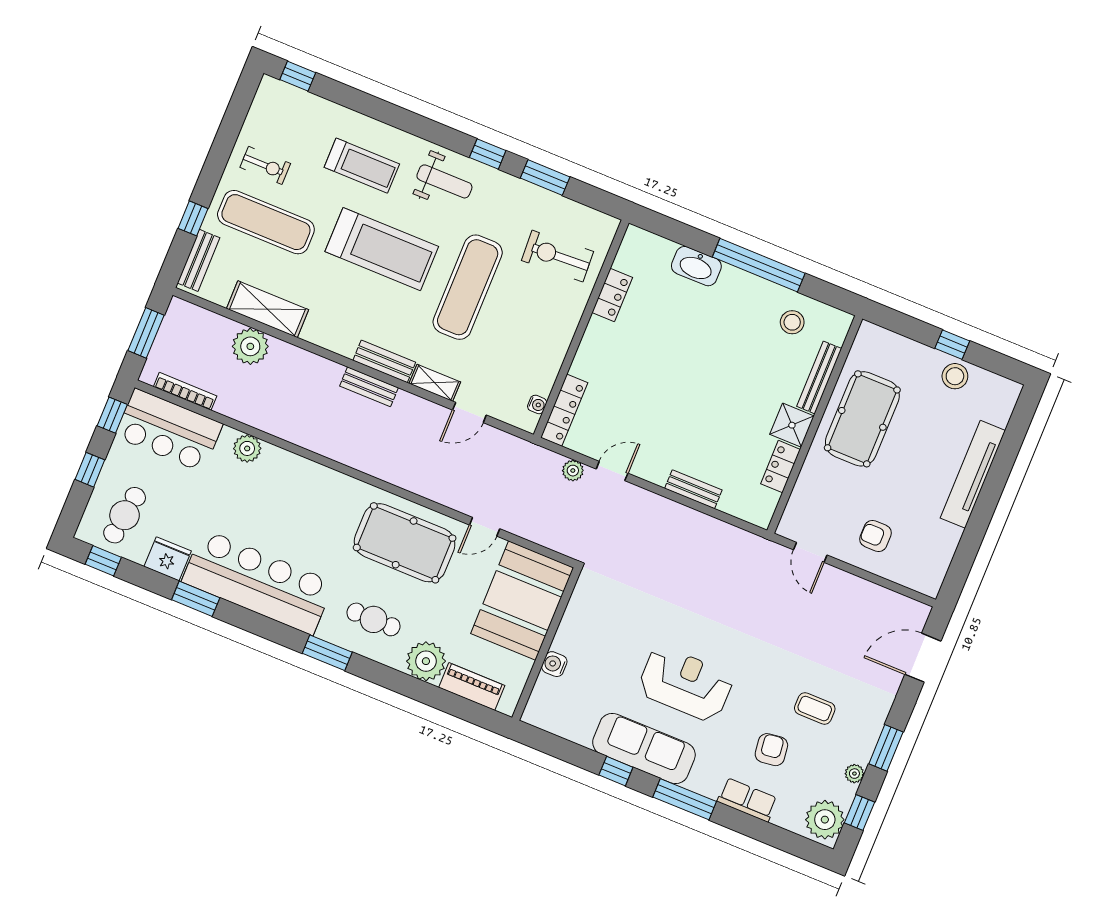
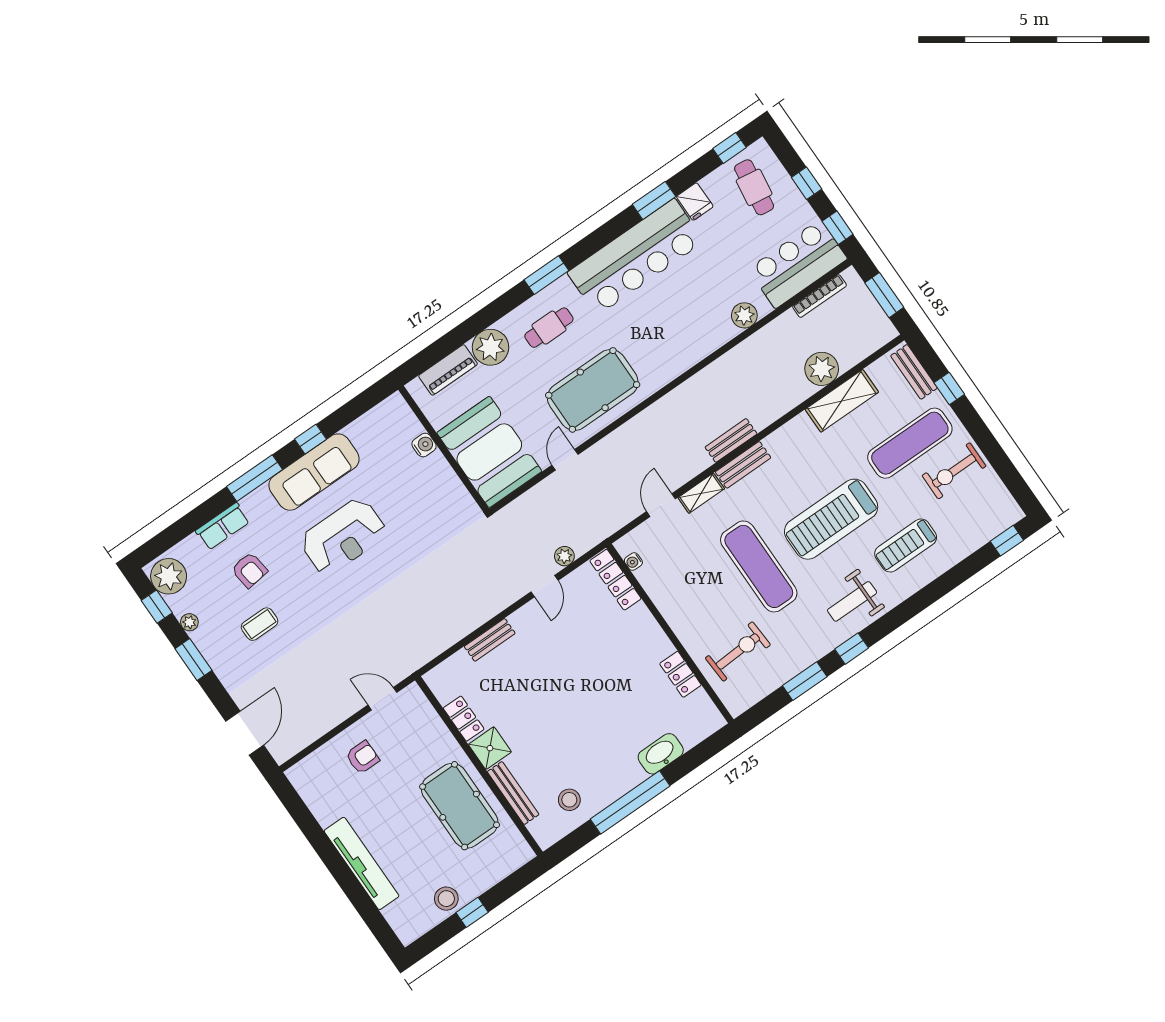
exercise bike: (265, 165) -> (954, 471), width x1.38, depth x1.39
fridge: (168, 559) -> (695, 202), width x0.72

